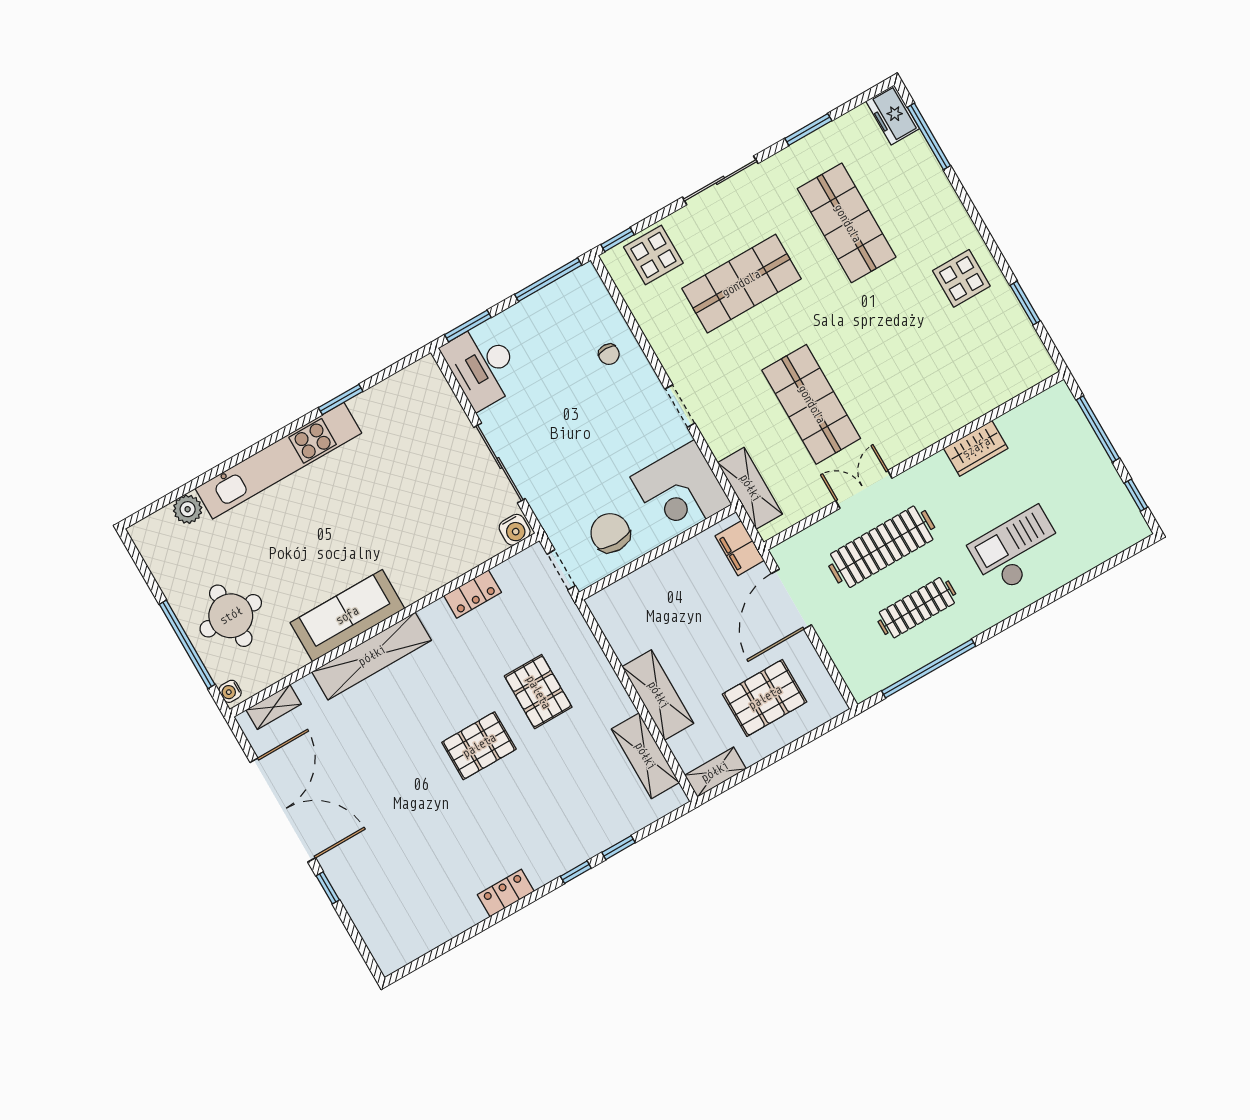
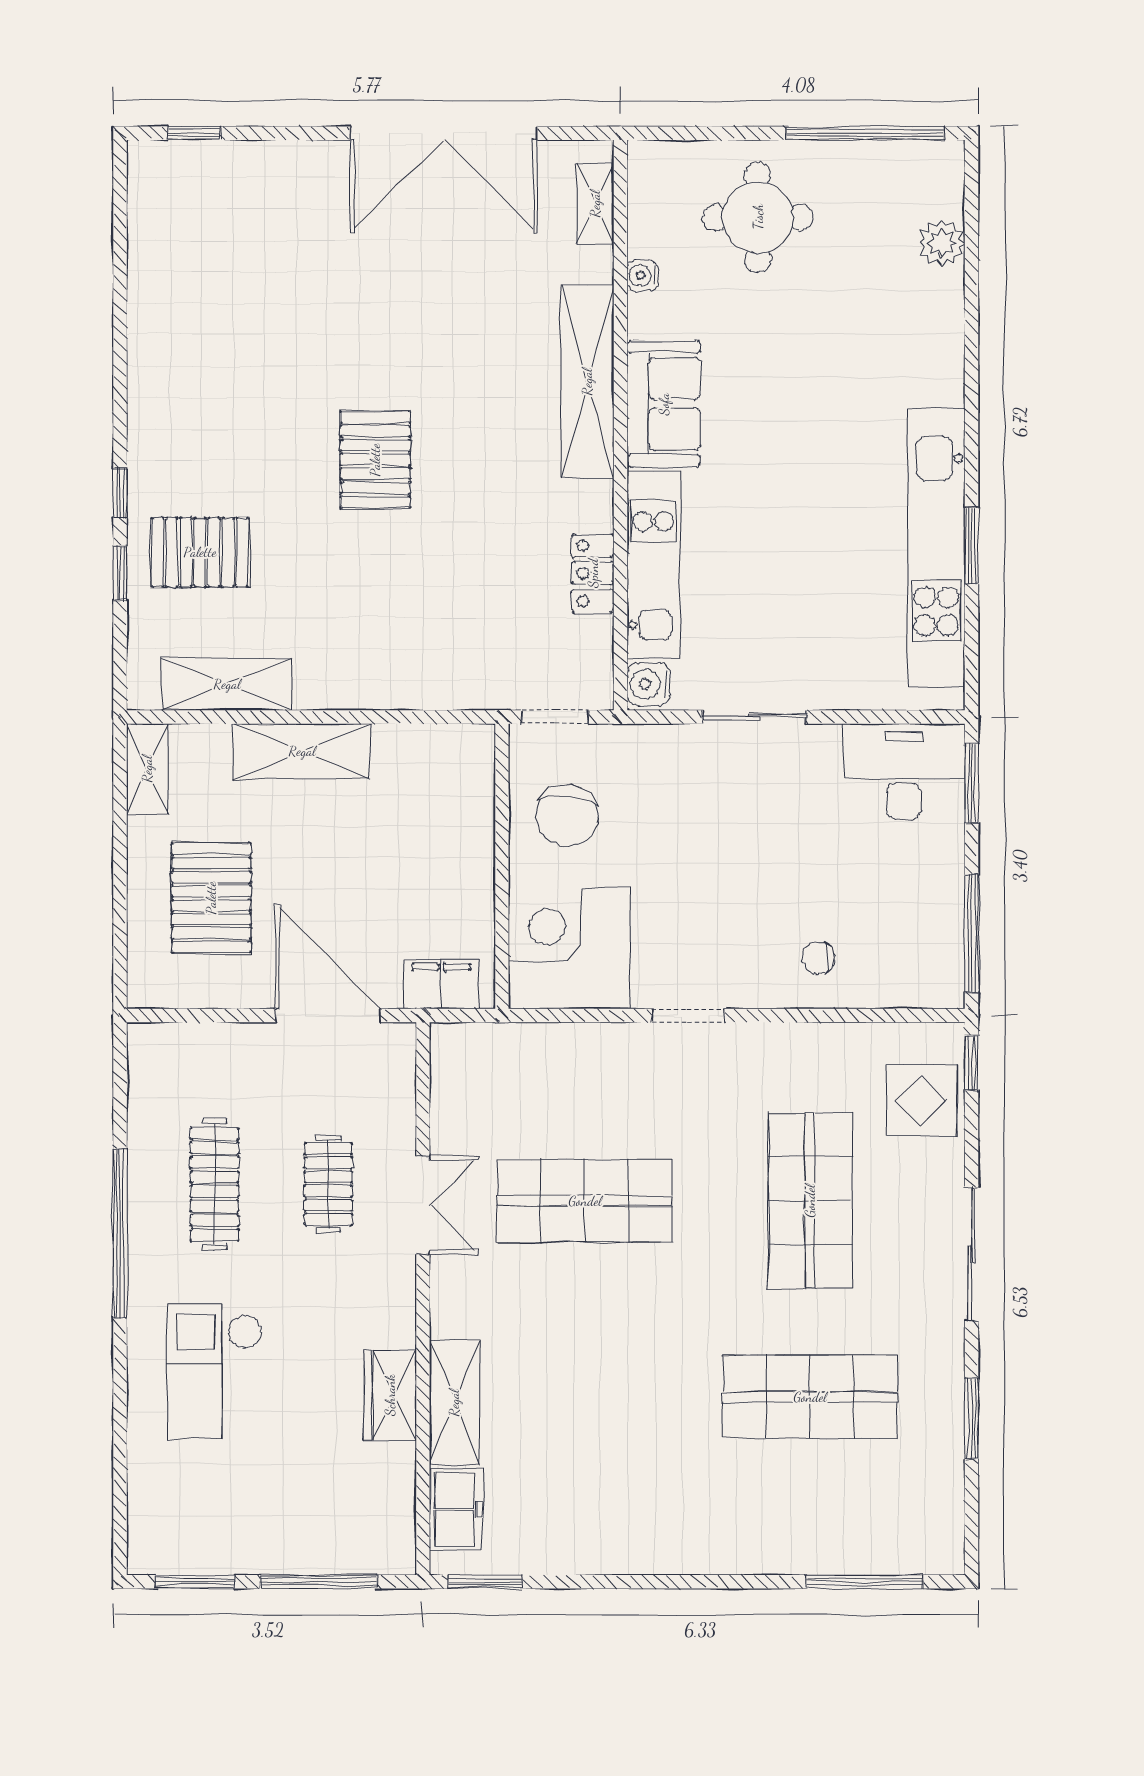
freezer: (893, 115) -> (456, 1509), moved, turned 90
display table: (961, 278) -> (639, 1513), removed
window: (1025, 303) -> (485, 1582), moved
kitchen unit: (278, 461) -> (936, 547), moved
sliding door: (500, 463) -> (754, 717), width x0.73
shelving: (750, 488) -> (454, 1403), moved, turned 90
window: (1136, 495) -> (195, 1582), width x1.50
chair: (610, 533) -> (567, 815), turned 96
clothes rail: (882, 547) -> (328, 1184), width x0.54, depth x0.76
checkout: (1017, 550) -> (214, 1371), turned 180
kitchen unit: (449, 564) -> (654, 565), added
sofa: (347, 616) -> (664, 404), width x0.73
window: (187, 644) -> (865, 133), moved
window: (929, 669) -> (120, 1233), moved
water cooler: (230, 691) -> (643, 276), moved, turned -90
pallet: (538, 692) -> (200, 552), moved
window: (328, 888) -> (194, 133), moved
locker: (506, 893) -> (147, 378), removed

